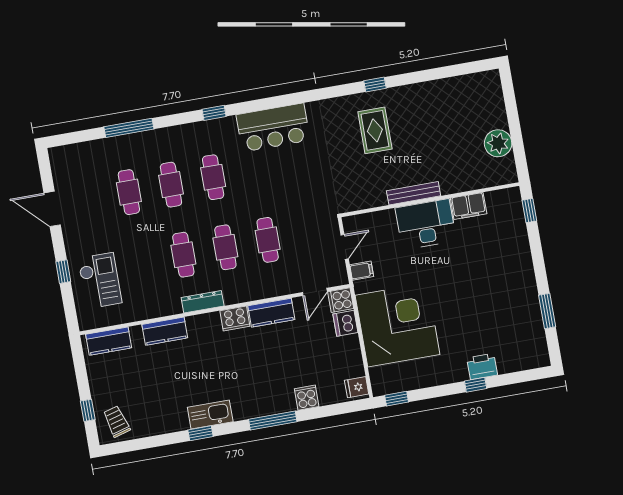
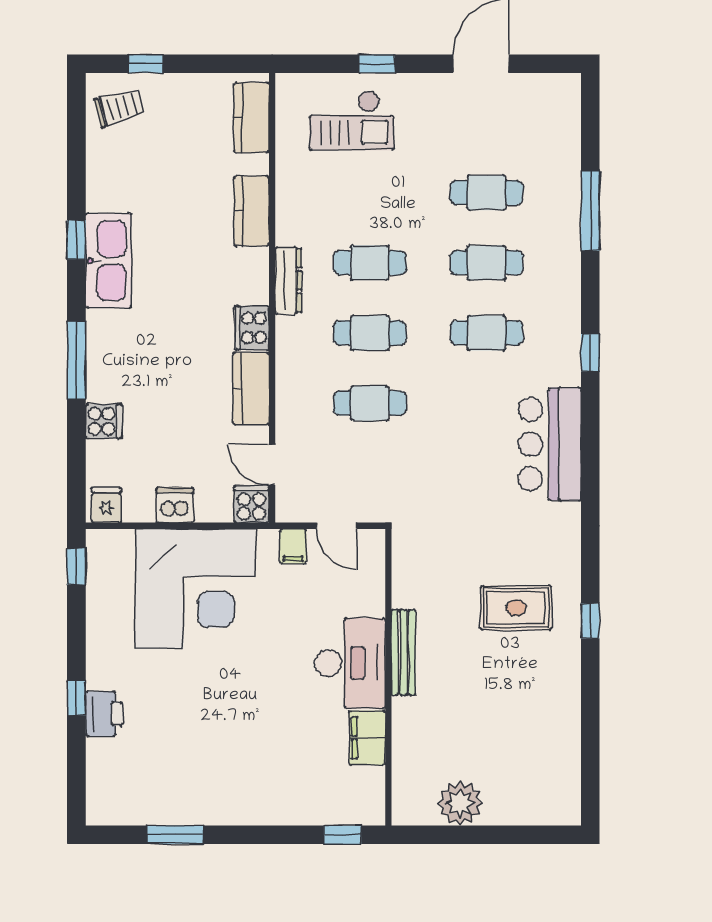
dishwasher: (345, 323) -> (175, 505), moved
kitchen sink: (210, 414) -> (108, 261), width x1.36, depth x1.24

